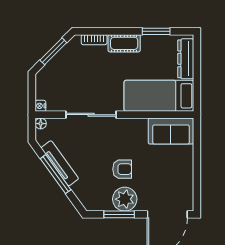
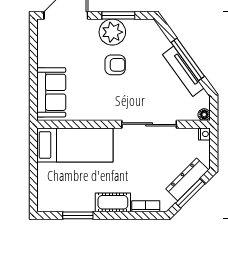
dresser: (186, 59) -> (187, 179), moved, turned -135
sofa: (171, 131) -> (51, 92), moved, turned 90
armchair: (122, 169) -> (115, 65), turned 180

